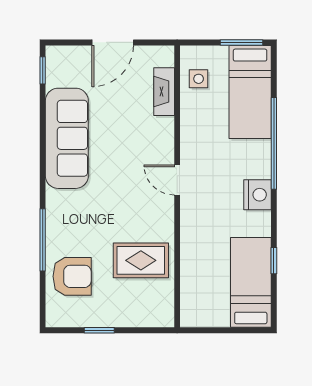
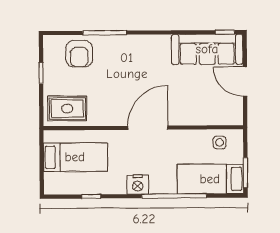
fireplace: (164, 92) -> (210, 118), removed
sofa: (67, 138) -> (207, 49), moved
door: (177, 180) -> (148, 128), width x1.88
rug: (141, 260) -> (67, 108), moved, turned 90
bed: (251, 282) -> (75, 157), moved

